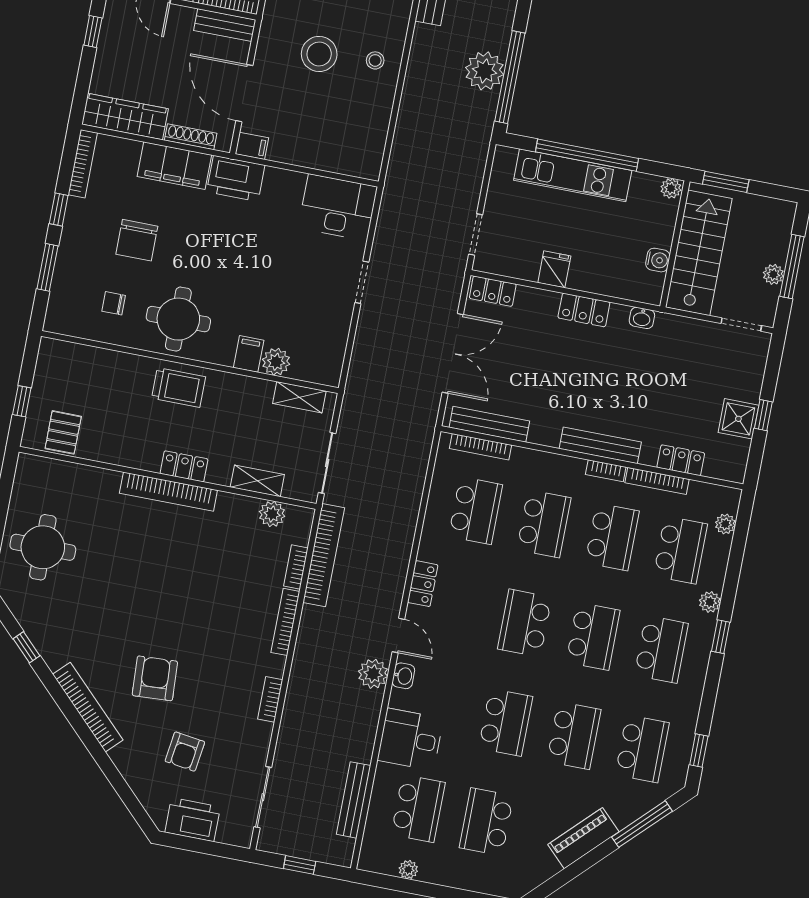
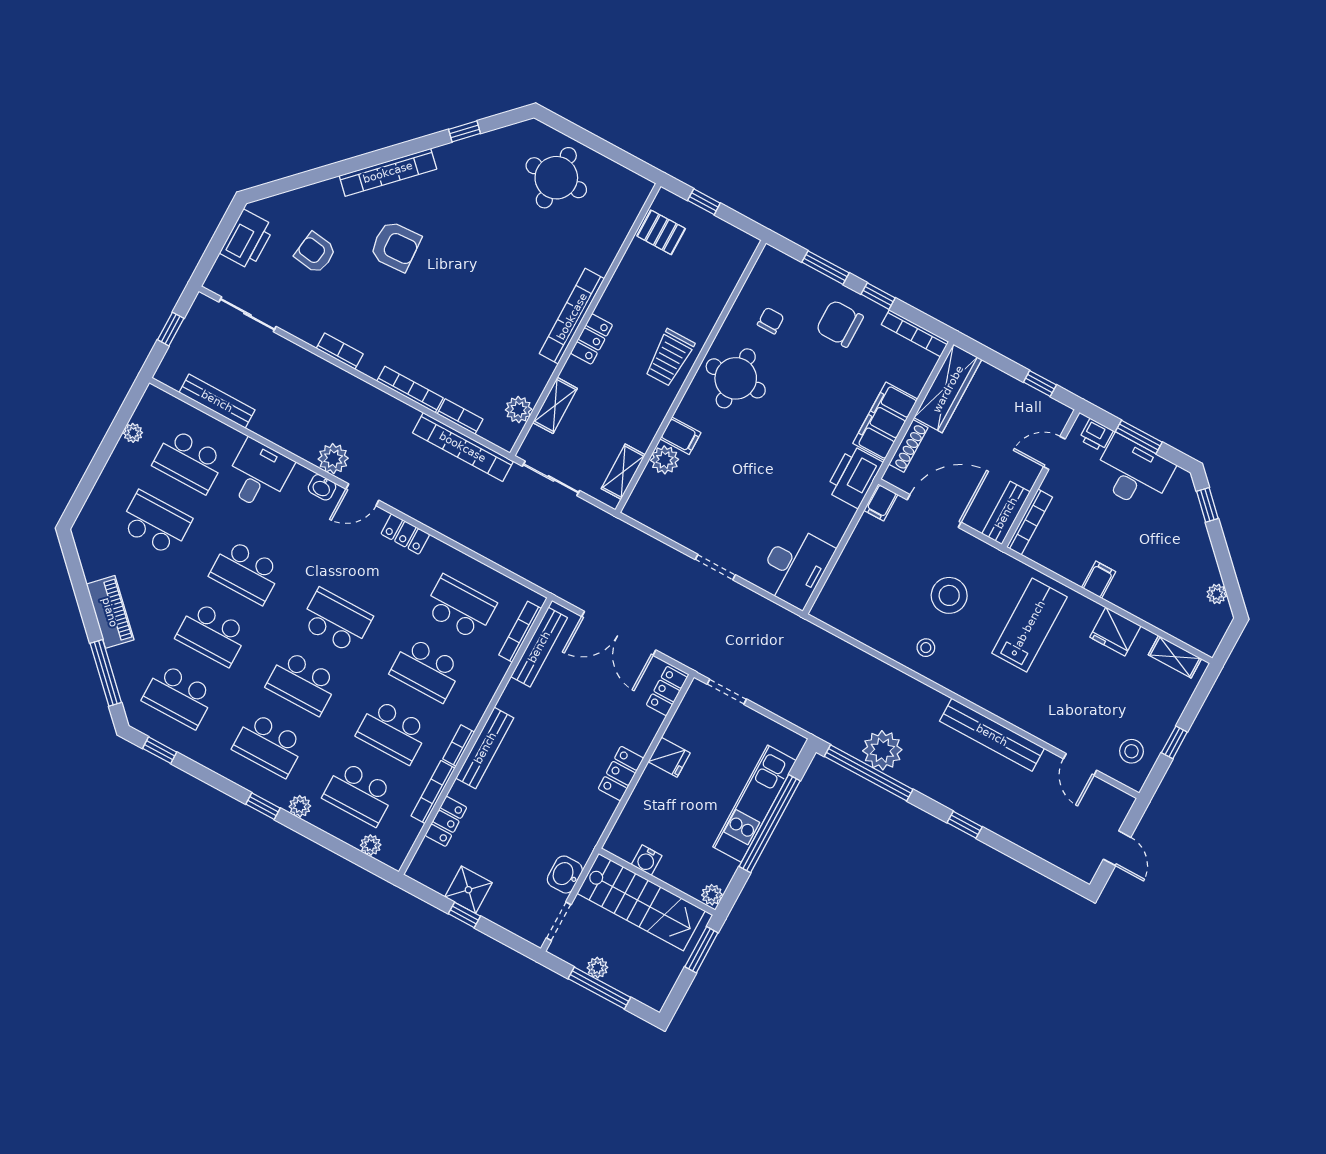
chair: (137, 240) -> (840, 324), moved
washbasin: (642, 318) -> (565, 875), moved, width x1.38, depth x1.45
school desk: (476, 511) -> (460, 607), turned 180

